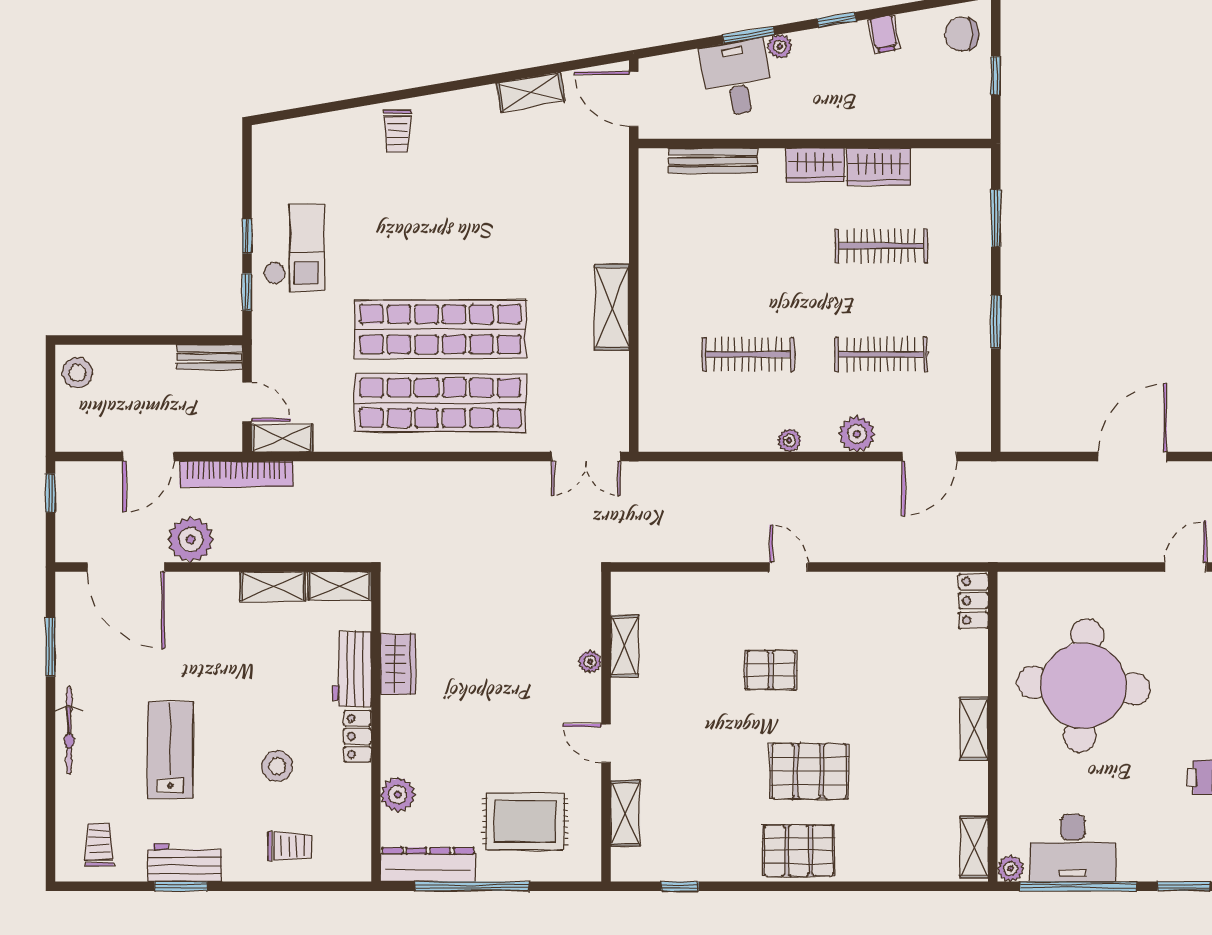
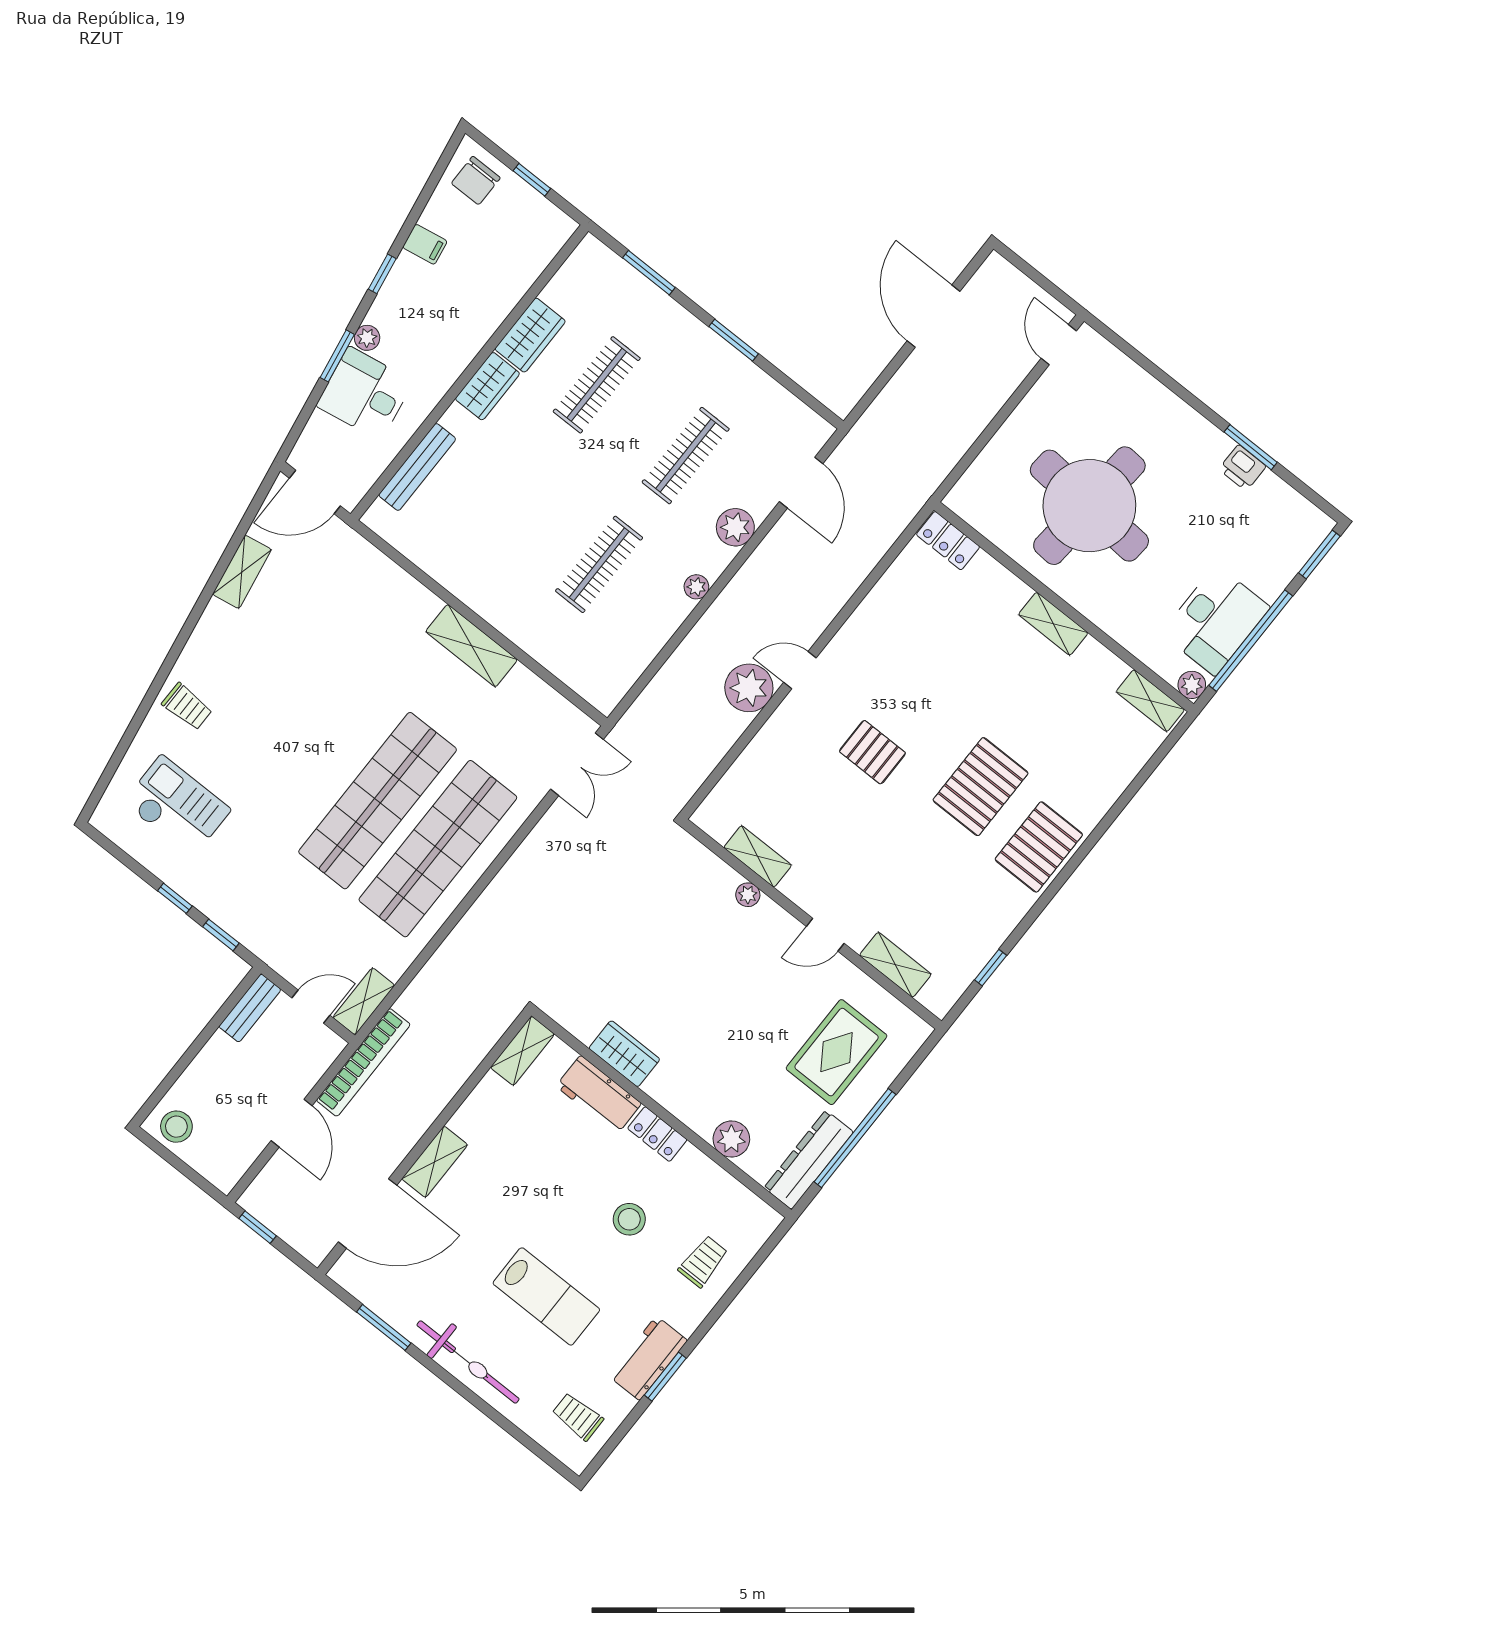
checkout: (294, 248) -> (177, 806), moved
plant: (191, 540) -> (749, 688), moved
shelving: (273, 586) -> (435, 1162), moved
pallet: (770, 670) -> (872, 752), turned 90
bicycle: (69, 730) -> (468, 1362), width x1.37, depth x1.40
lab bench: (170, 750) -> (546, 1296), turned 180

